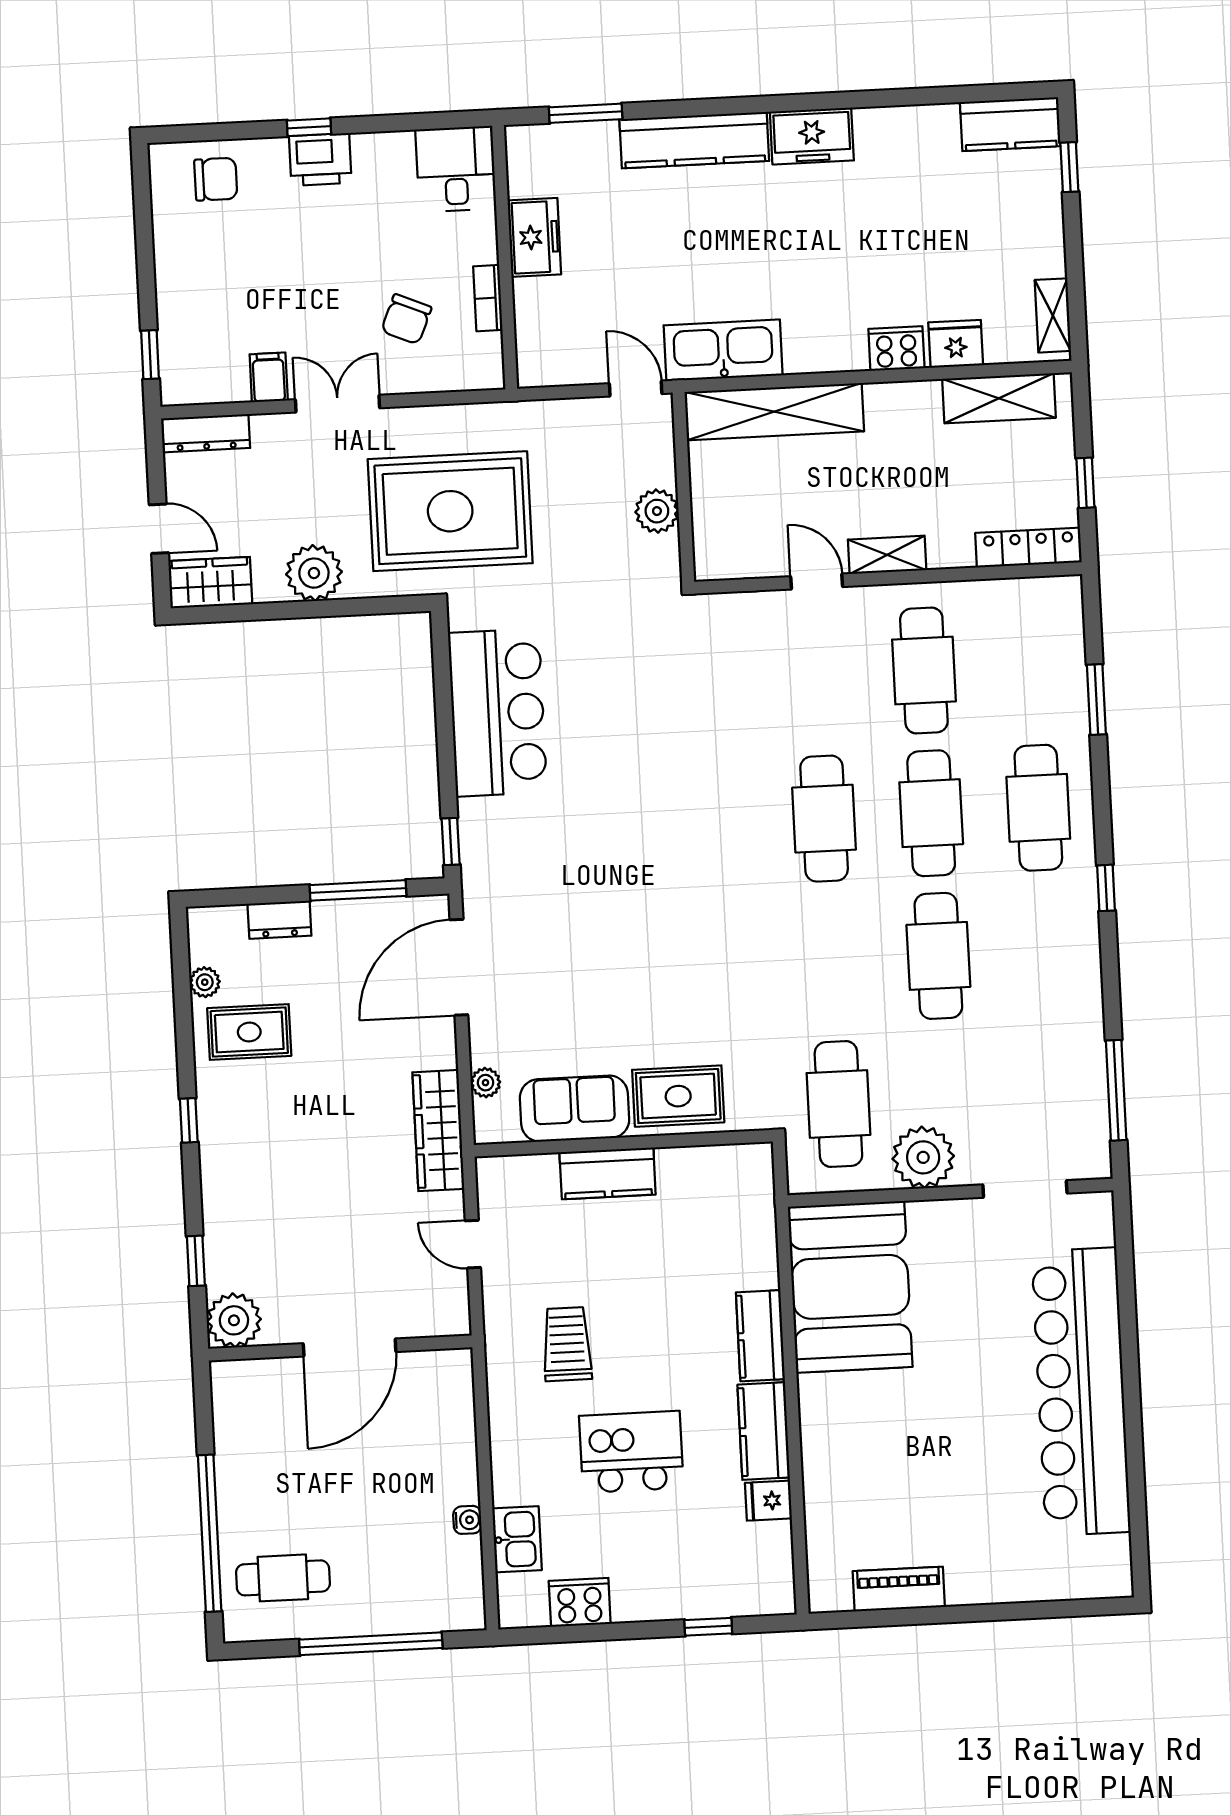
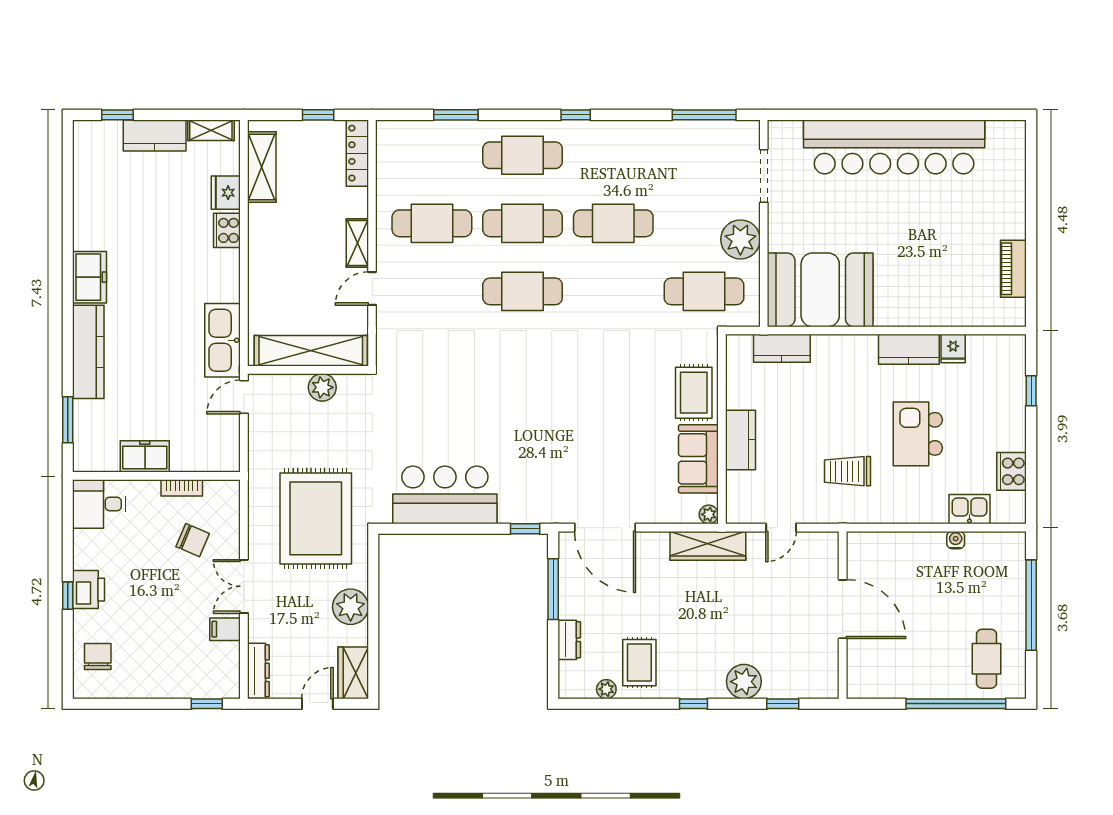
kitchen counter: (1010, 124) -> (155, 135), moved, turned 90
shelving: (774, 412) -> (311, 351), moved, turned 90
plant: (485, 1083) -> (709, 514), moved
plant: (234, 1320) -> (744, 682), moved
kitchen counter: (760, 1336) -> (782, 348), moved

